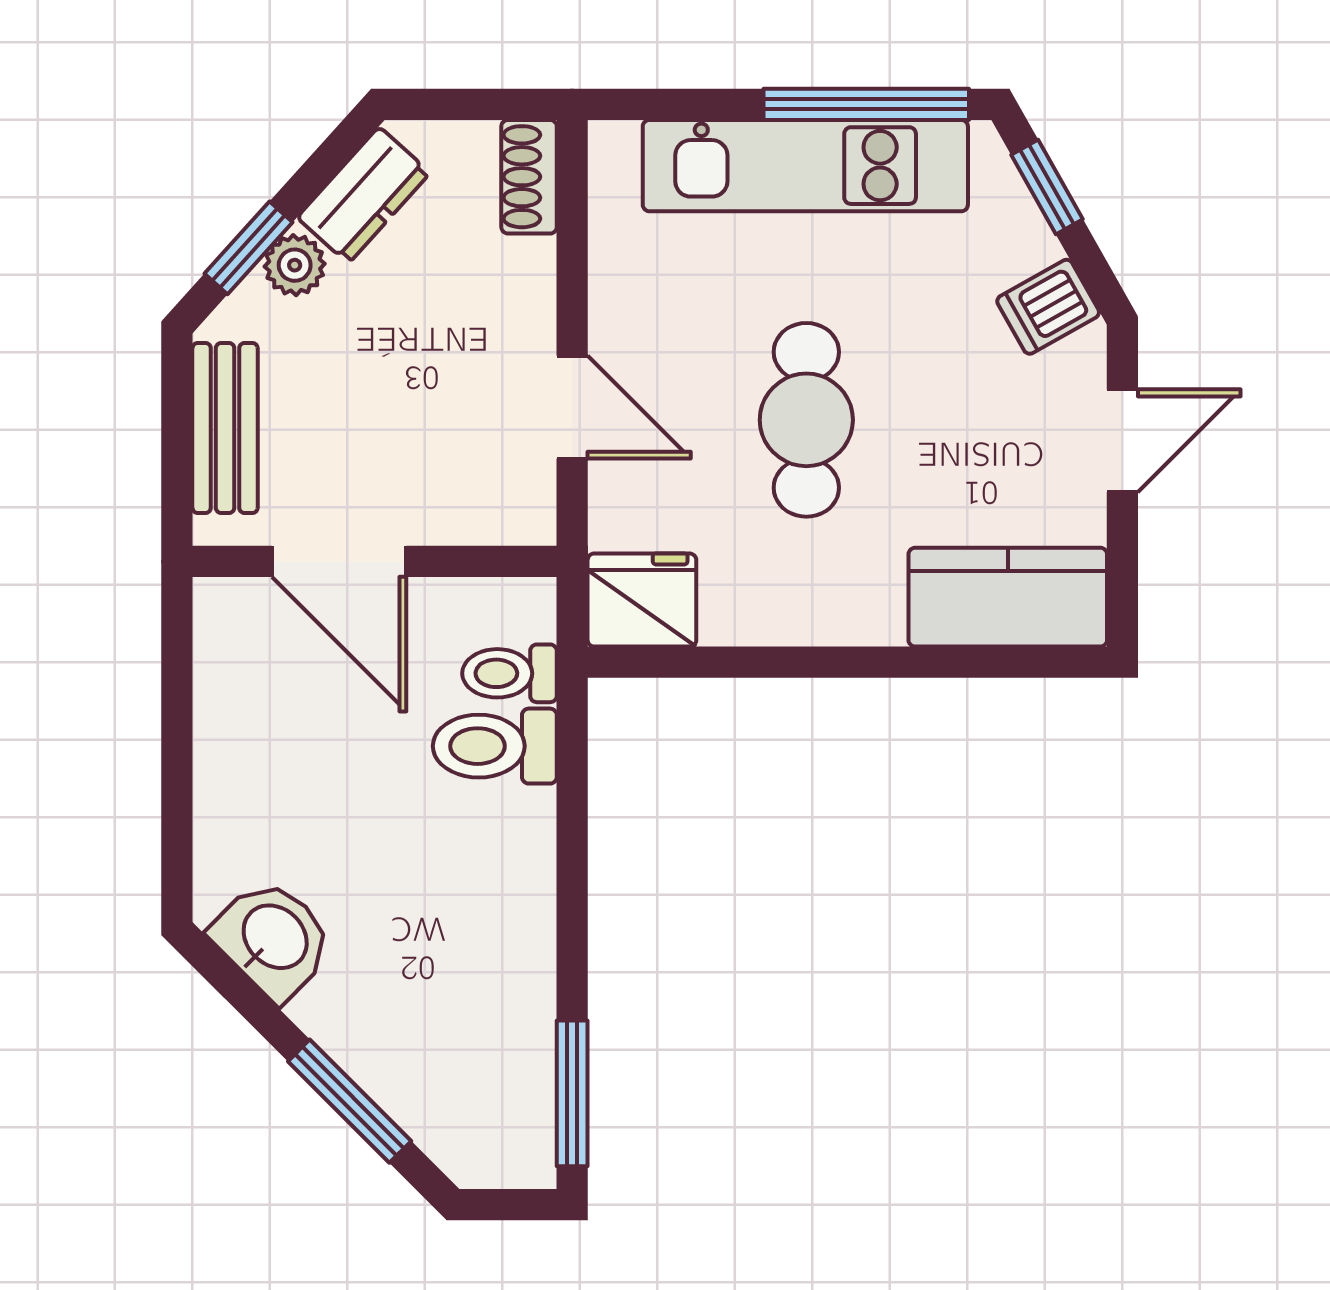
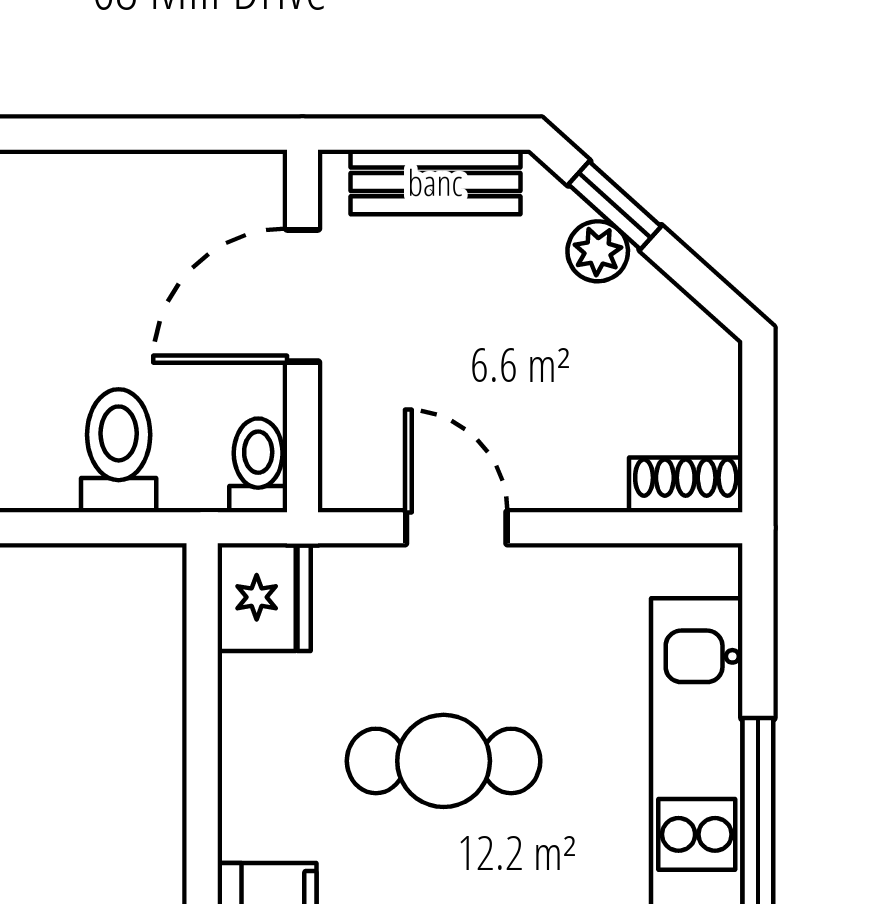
dresser: (364, 195) -> (667, 320), removed
door: (572, 407) -> (456, 528), swing flipped
toilet: (509, 673) -> (258, 465), moved

